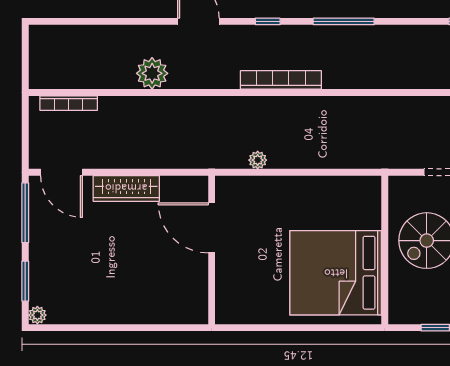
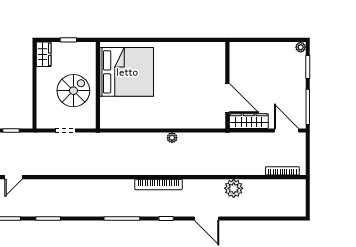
door: (212, 228) -> (227, 98), moved
wall: (212, 250) -> (227, 85), moved

